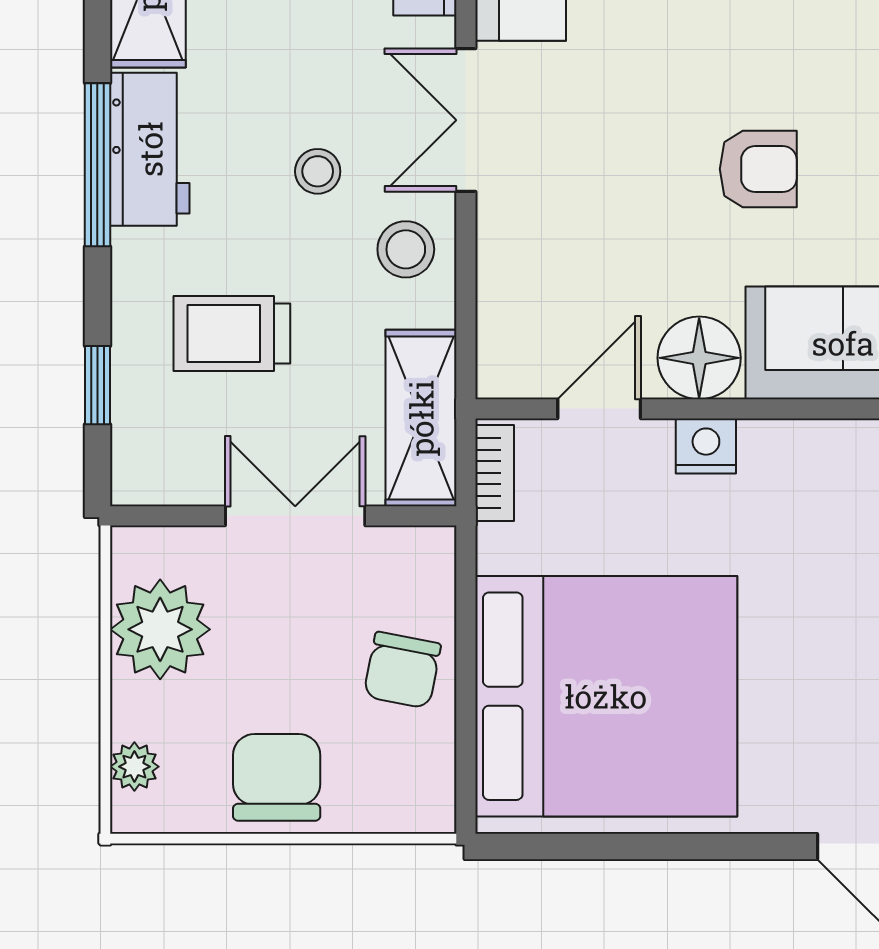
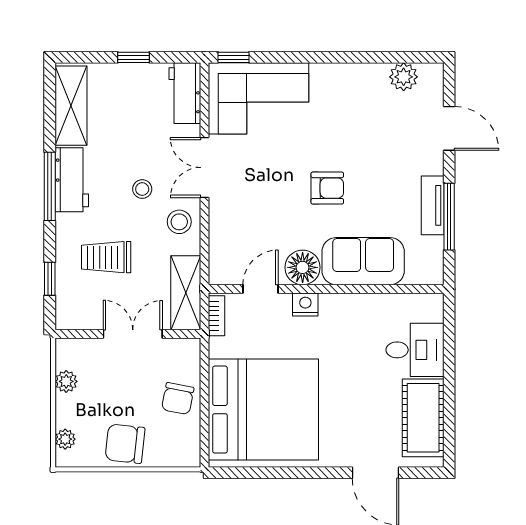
plant: (160, 629) -> (66, 381), width x0.53, depth x0.53
chair: (277, 777) -> (125, 444), turned -84

